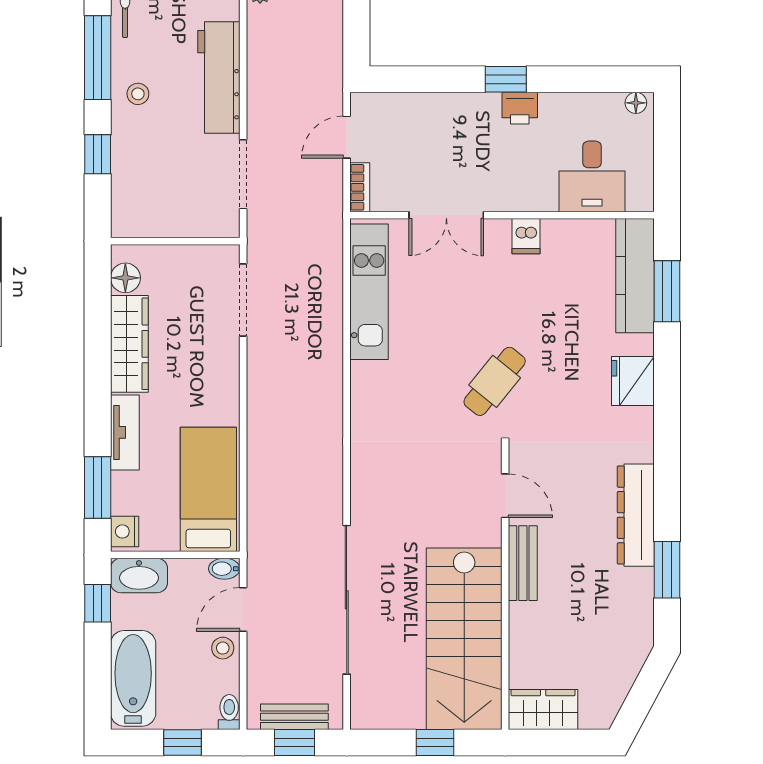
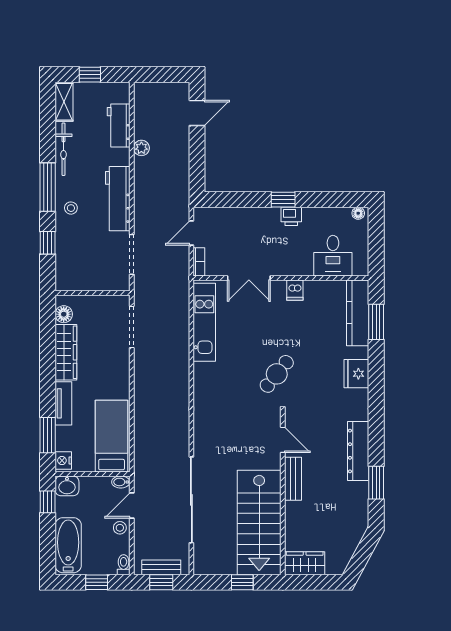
washbasin: (139, 575) -> (67, 486), width x0.72

